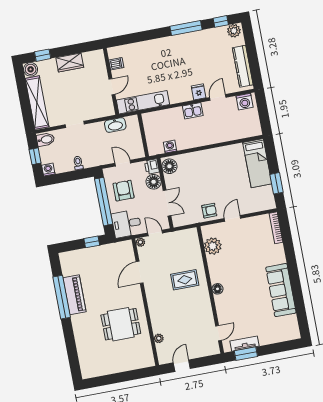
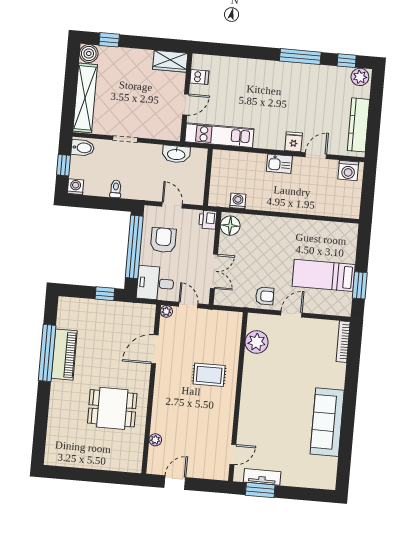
wardrobe: (70, 62) -> (170, 61), moved
bed: (257, 163) -> (324, 275), moved, turned 90
floor lamp: (154, 182) -> (204, 240), removed
floor lamp: (217, 289) -> (247, 398), removed

